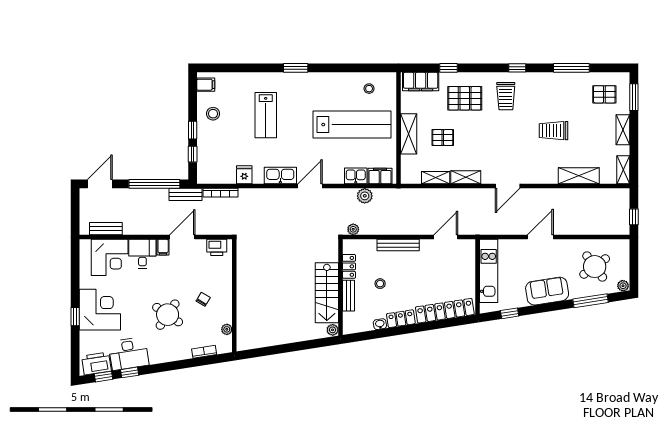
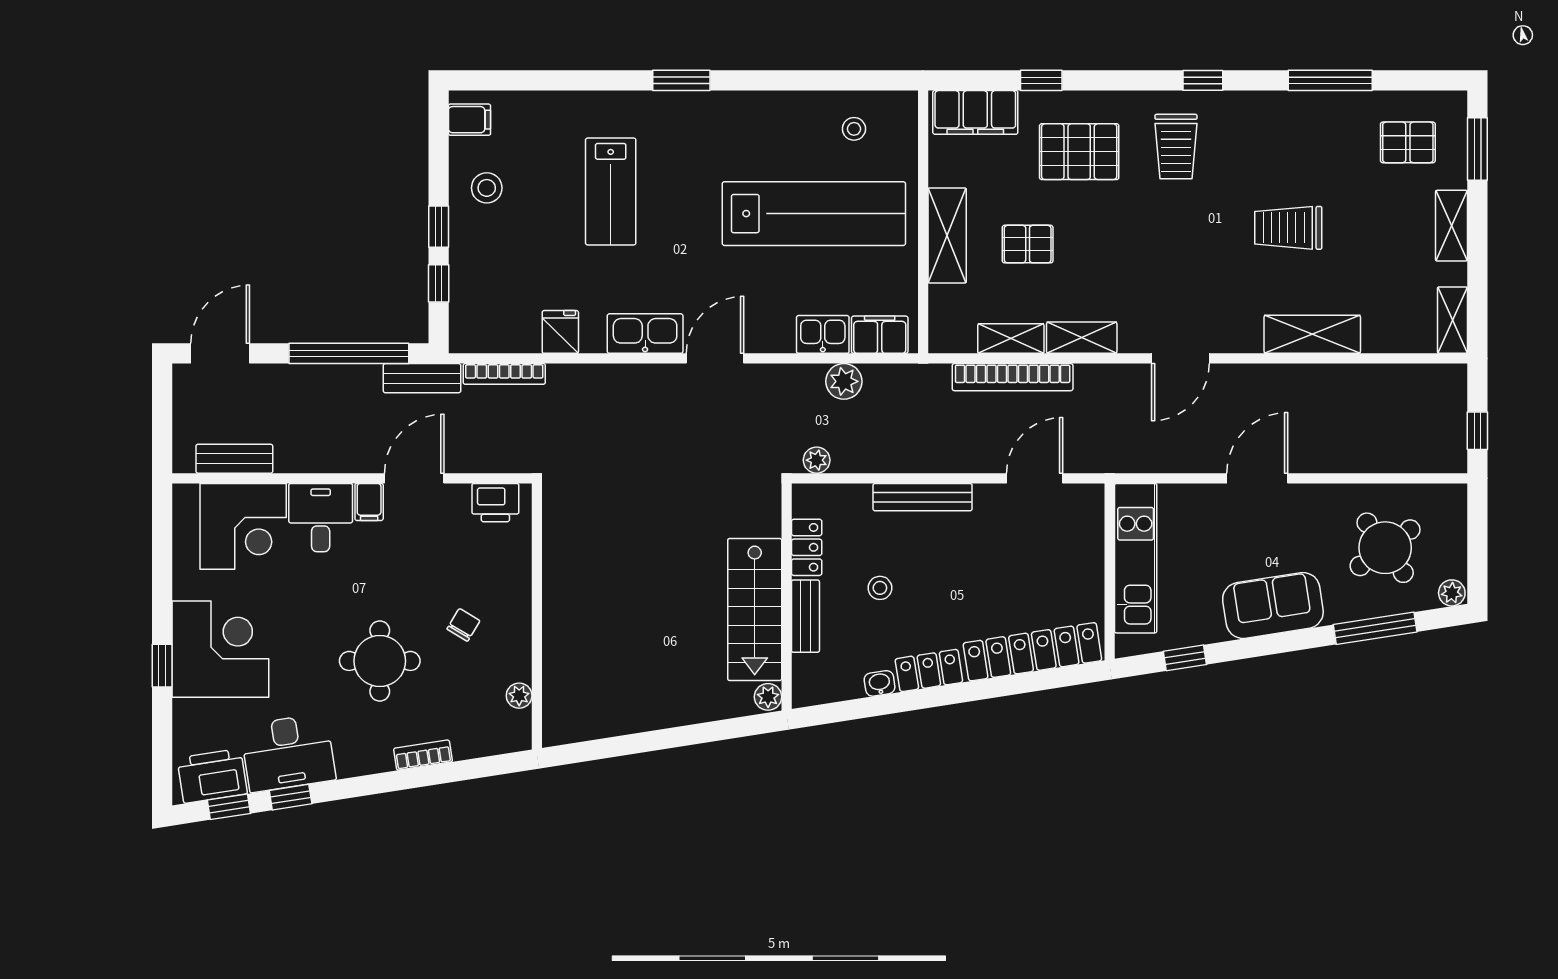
shelving: (579, 176) -> (1312, 334), moved
bookcase: (436, 194) -> (1013, 377), added
round table: (168, 315) -> (380, 661), turned -34
bookcase: (204, 352) -> (423, 755), moved

